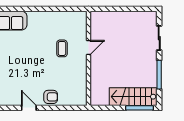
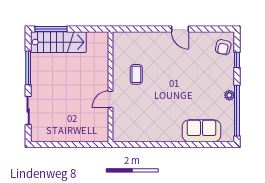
coffee table: (62, 48) -> (136, 74), moved
armchair: (51, 97) -> (155, 42), removed

